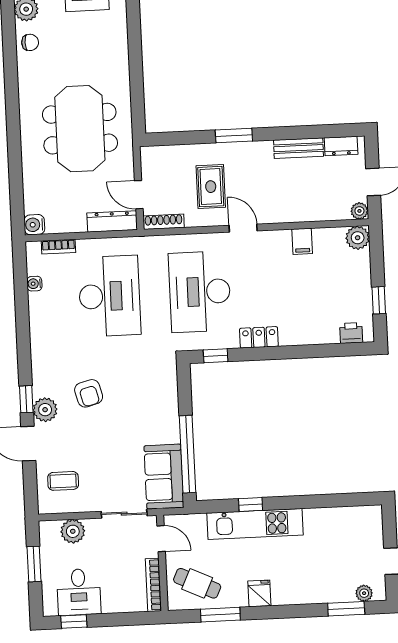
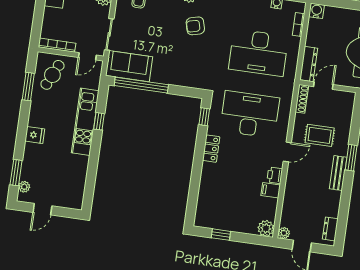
bench: (299, 148) -> (338, 173), moved
printer: (351, 333) -> (275, 175), moved, turned 180
fridge: (259, 593) -> (35, 135), moved

